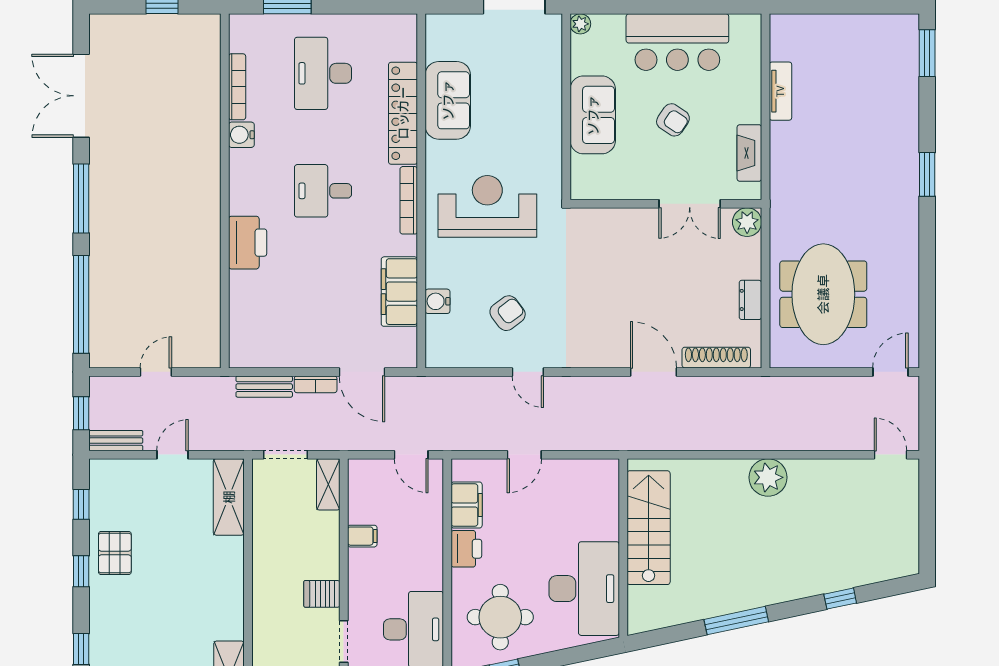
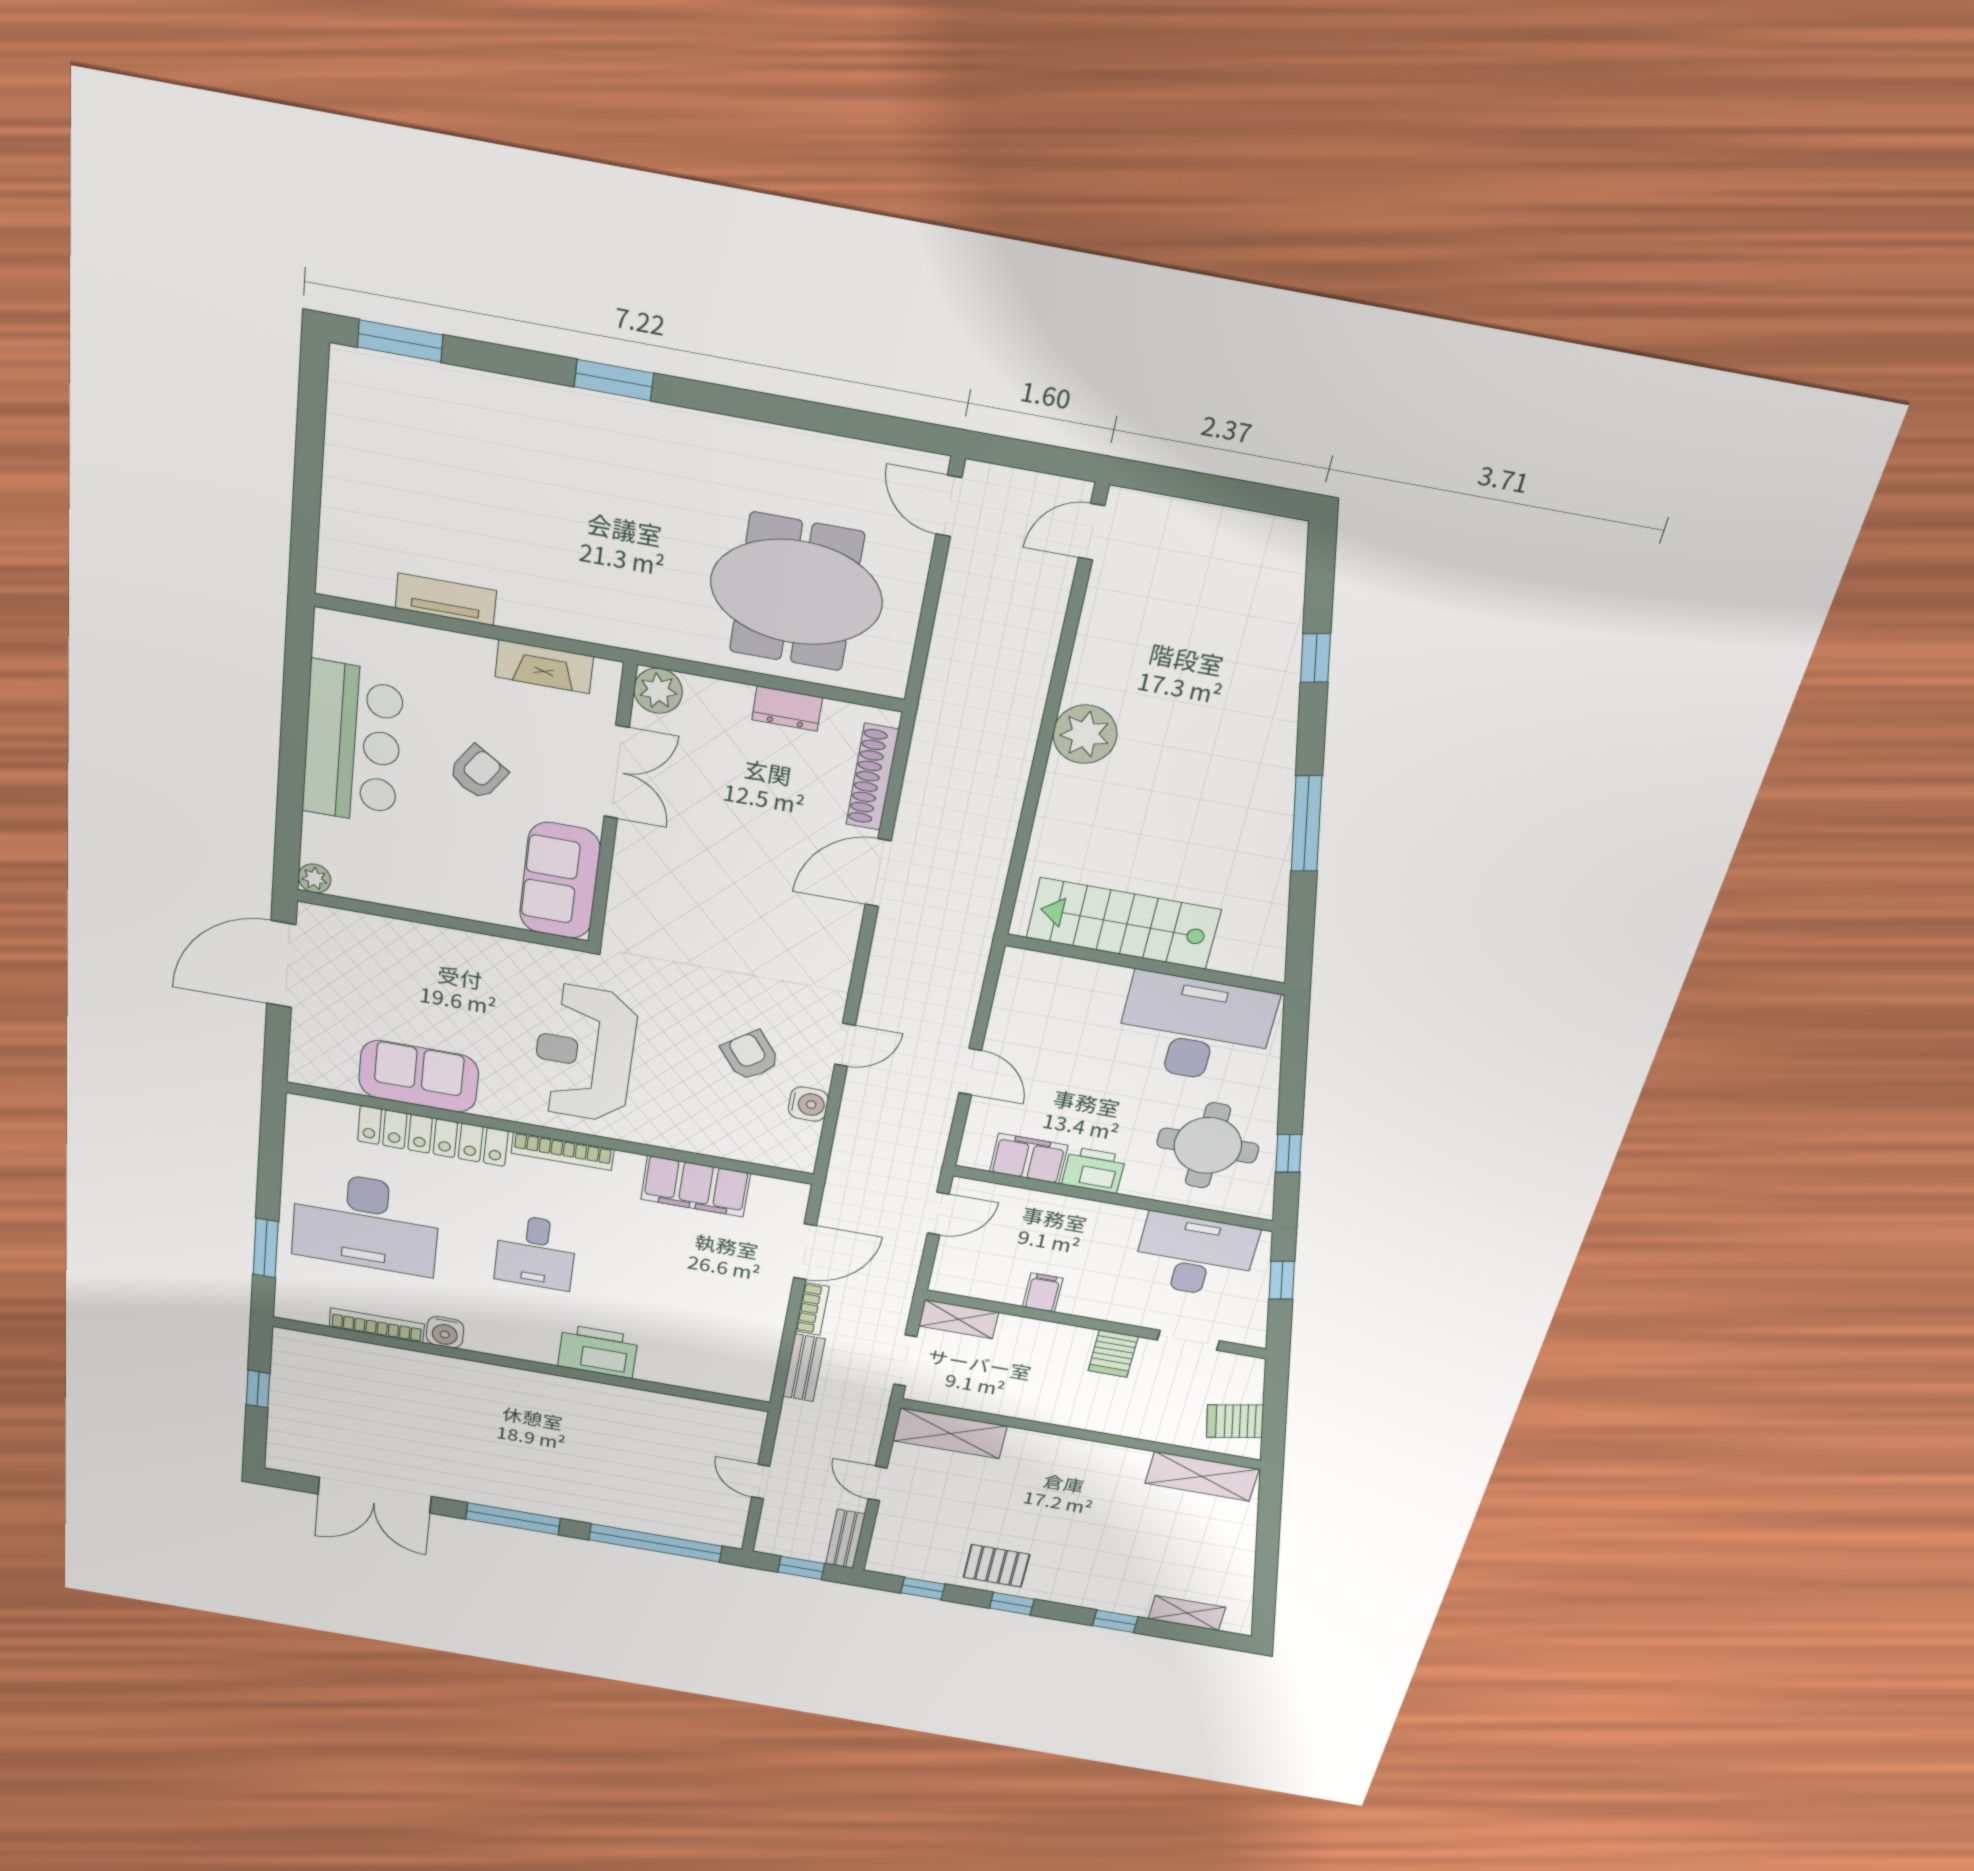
desk: (323, 73) -> (366, 1223), width x1.36, depth x1.30
sofa: (593, 115) -> (560, 881), moved, turned -90
water cooler: (438, 301) -> (808, 1104), moved, turned -90

